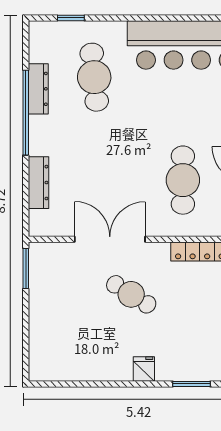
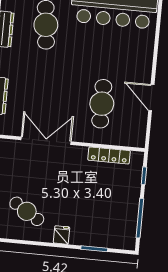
cafe table: (131, 294) -> (27, 211), moved

